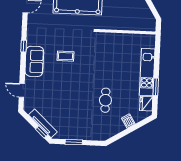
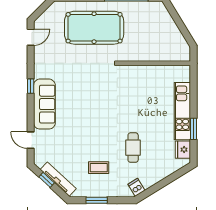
coffee table: (66, 56) -> (99, 168), moved
sofa: (34, 61) -> (44, 104), width x1.36
dishwasher: (128, 121) -> (136, 187), moved
window: (42, 132) -> (47, 180), moved

